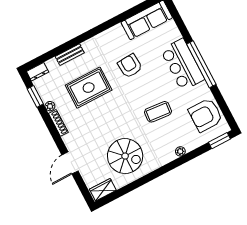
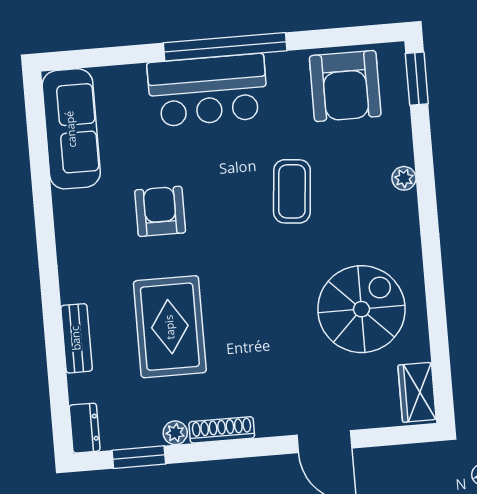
armchair: (130, 66) -> (160, 211), turned 94

